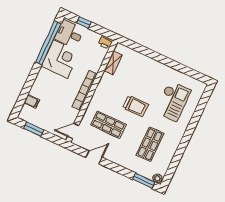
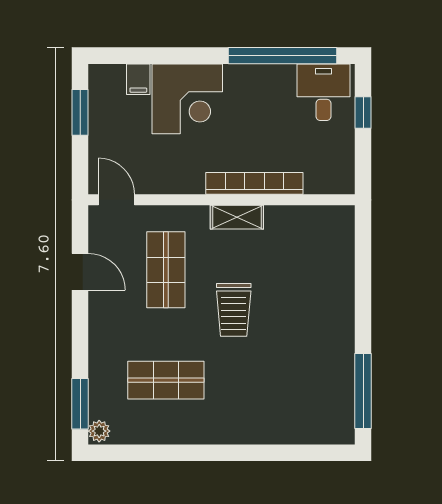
printer: (106, 42) -> (342, 180), removed
corner desk: (60, 59) -> (187, 99), moved
shelving: (113, 63) -> (237, 217), moved
window: (189, 72) -> (363, 391), added
bookcase: (85, 90) -> (254, 183), moved
checkout: (173, 101) -> (283, 386), removed

